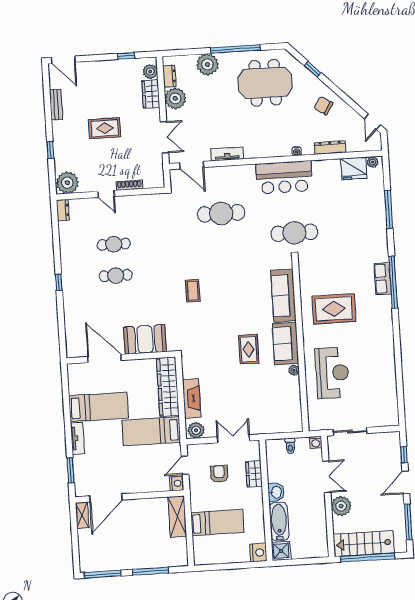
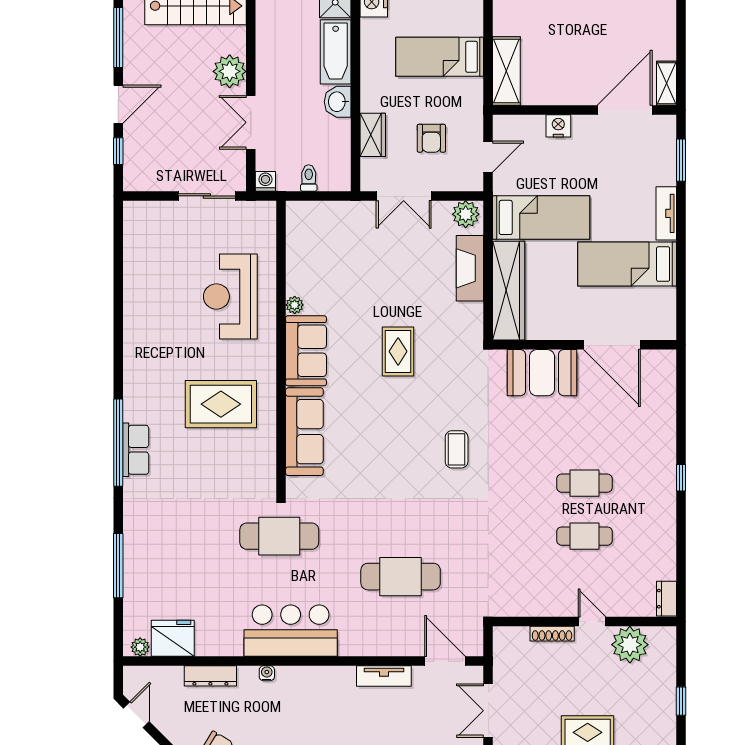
plant: (67, 183) -> (630, 645), moved
rug: (249, 349) -> (398, 351), moved
nightstand: (177, 483) -> (558, 126), moved, turned 90

